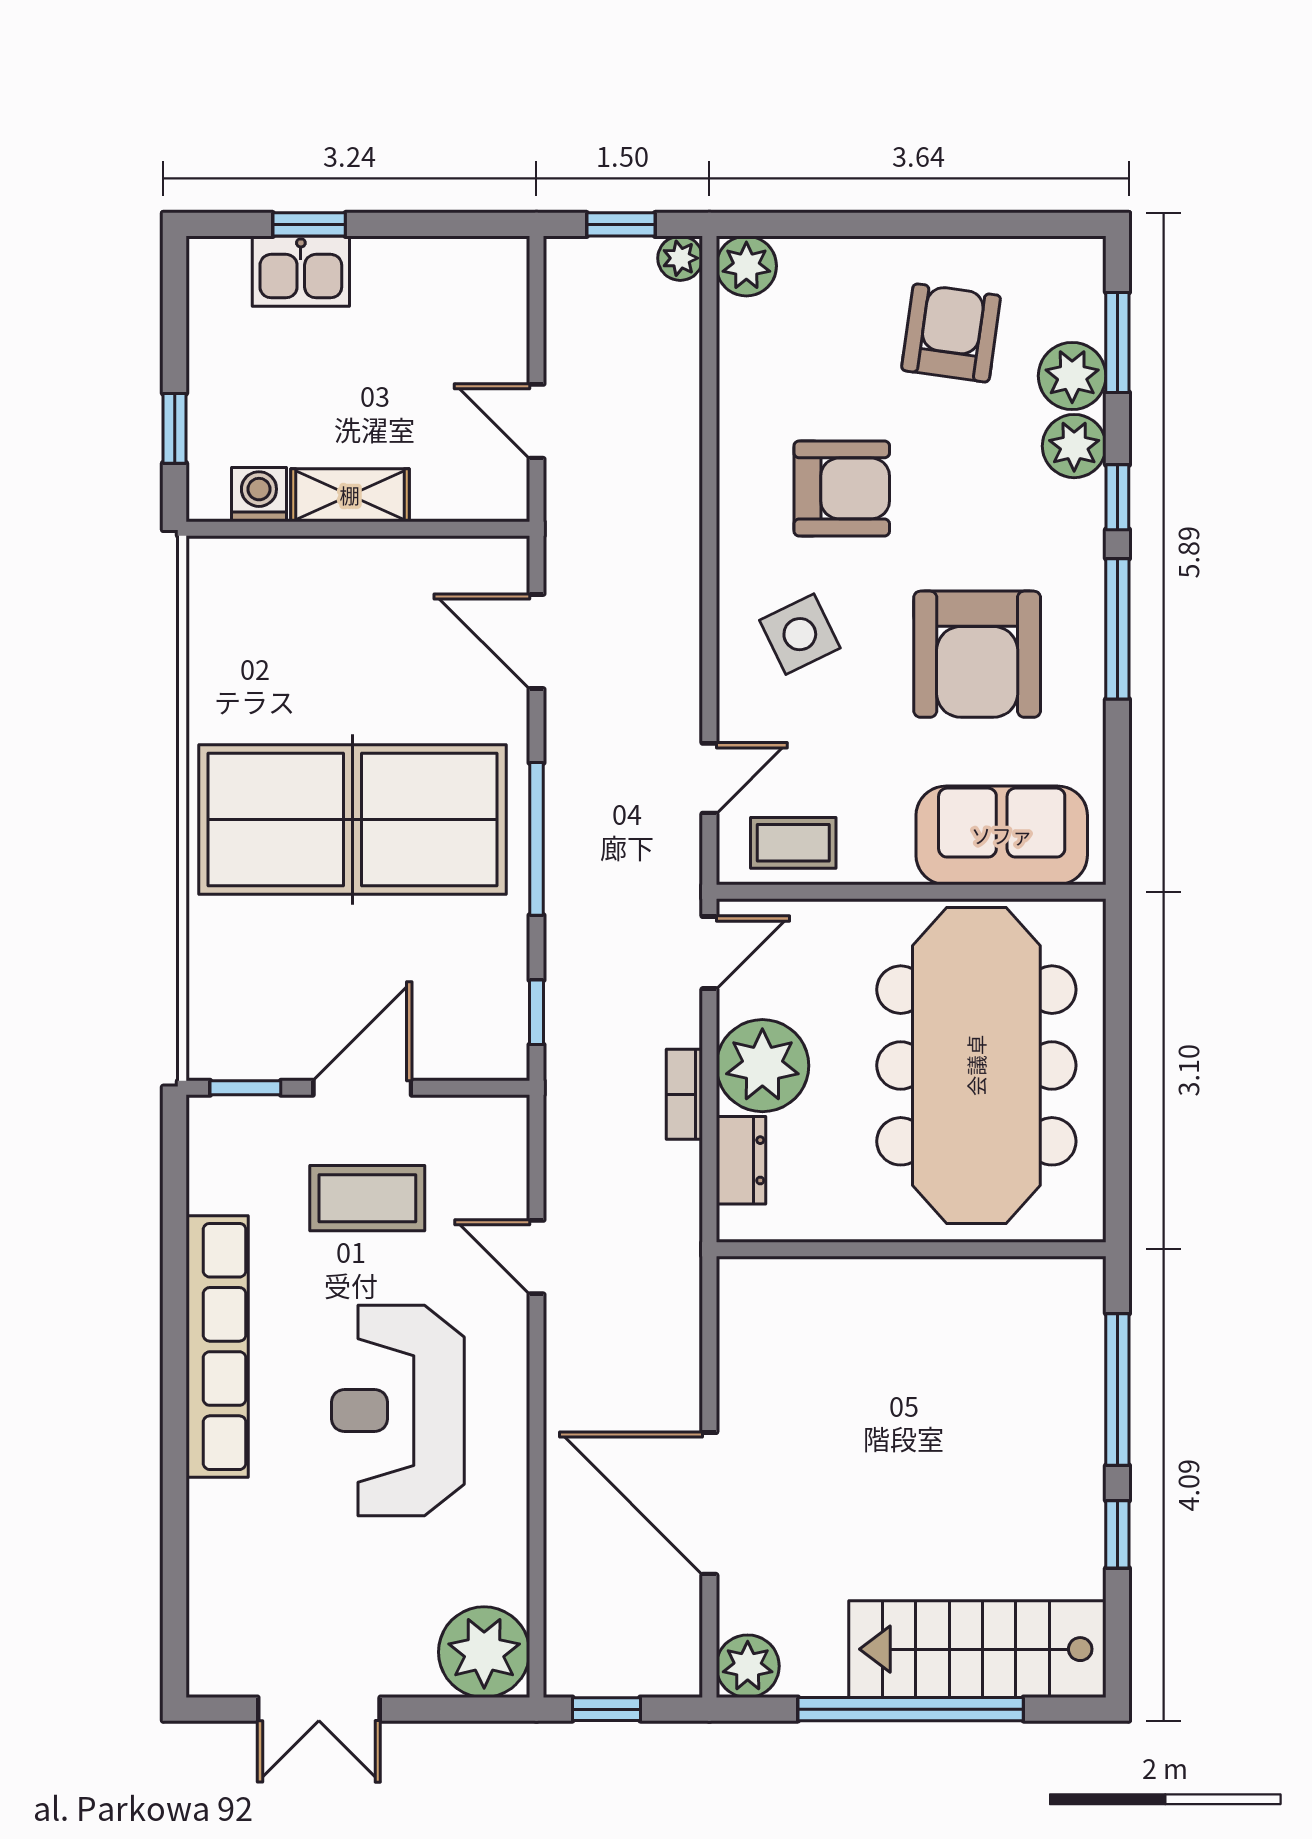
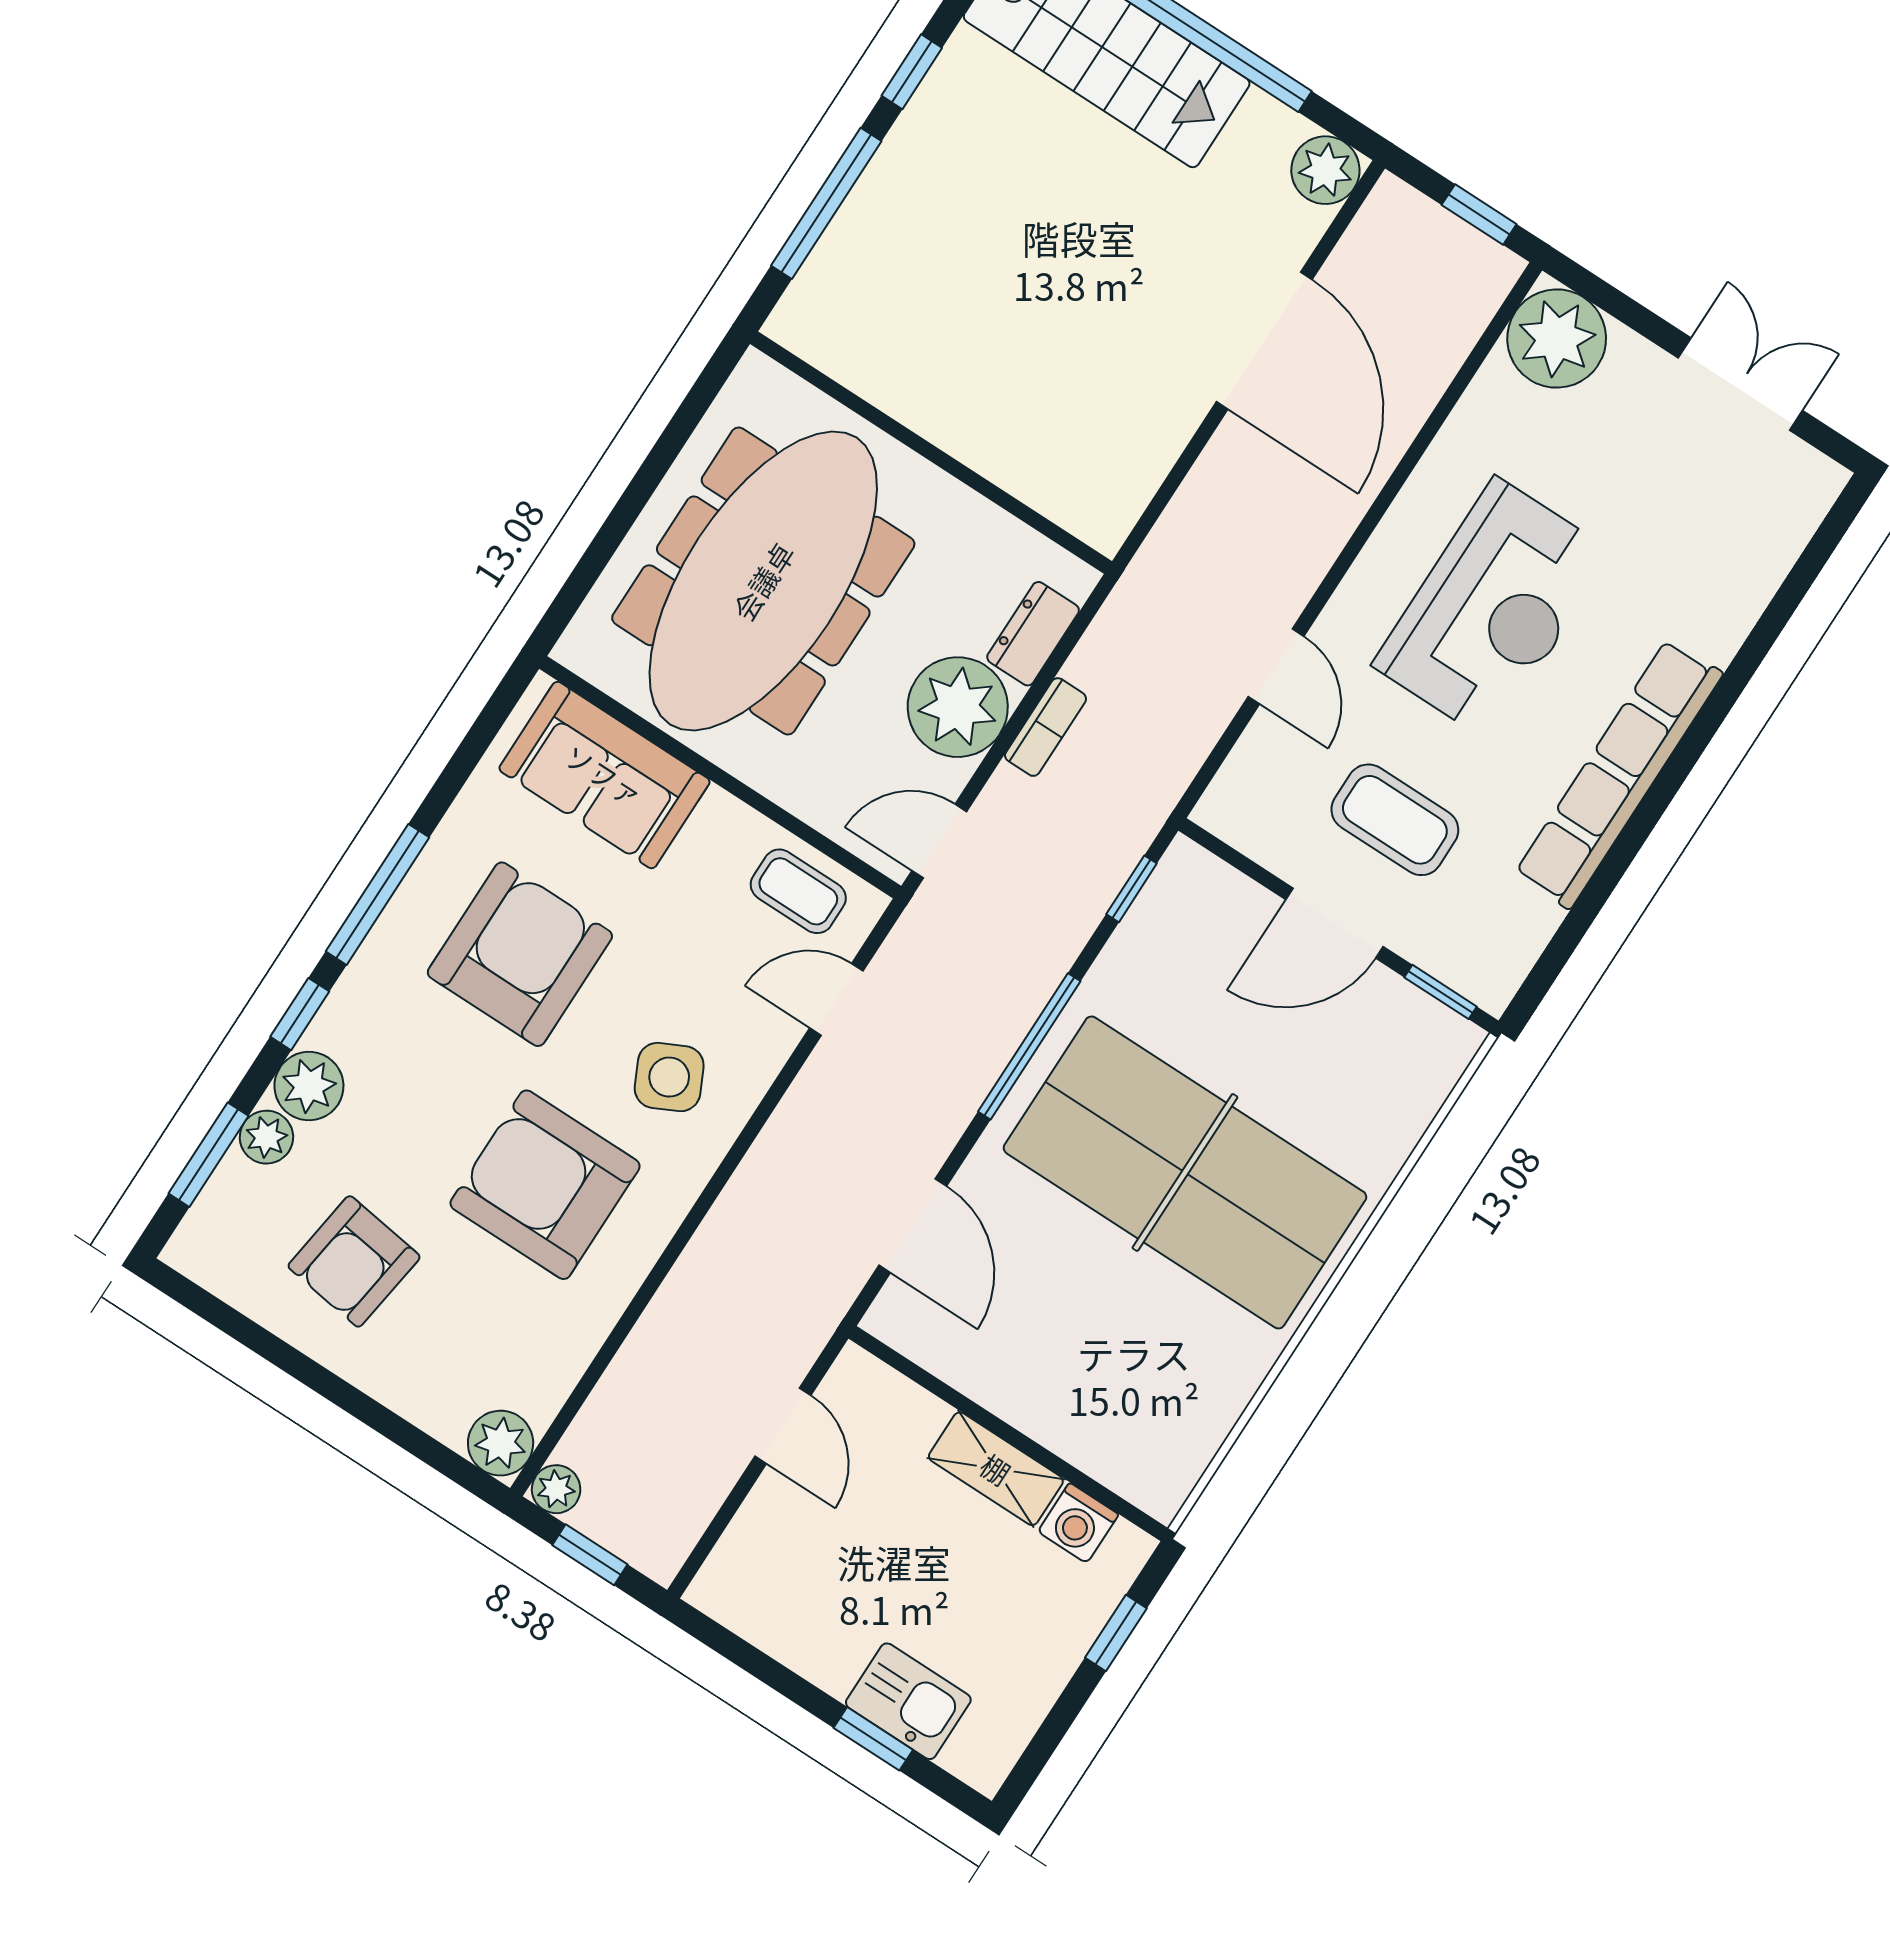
plant: (1072, 376) -> (266, 1137), width x0.73, depth x0.73
armchair: (842, 488) -> (545, 1185), width x1.36, depth x1.36

